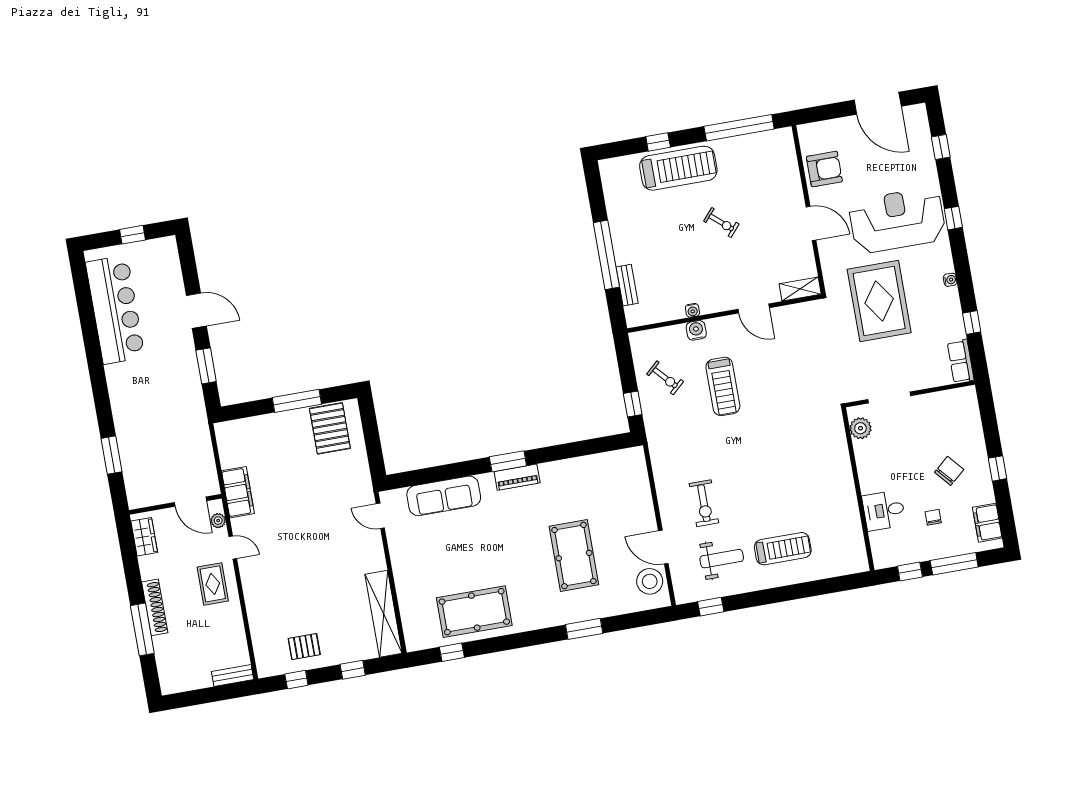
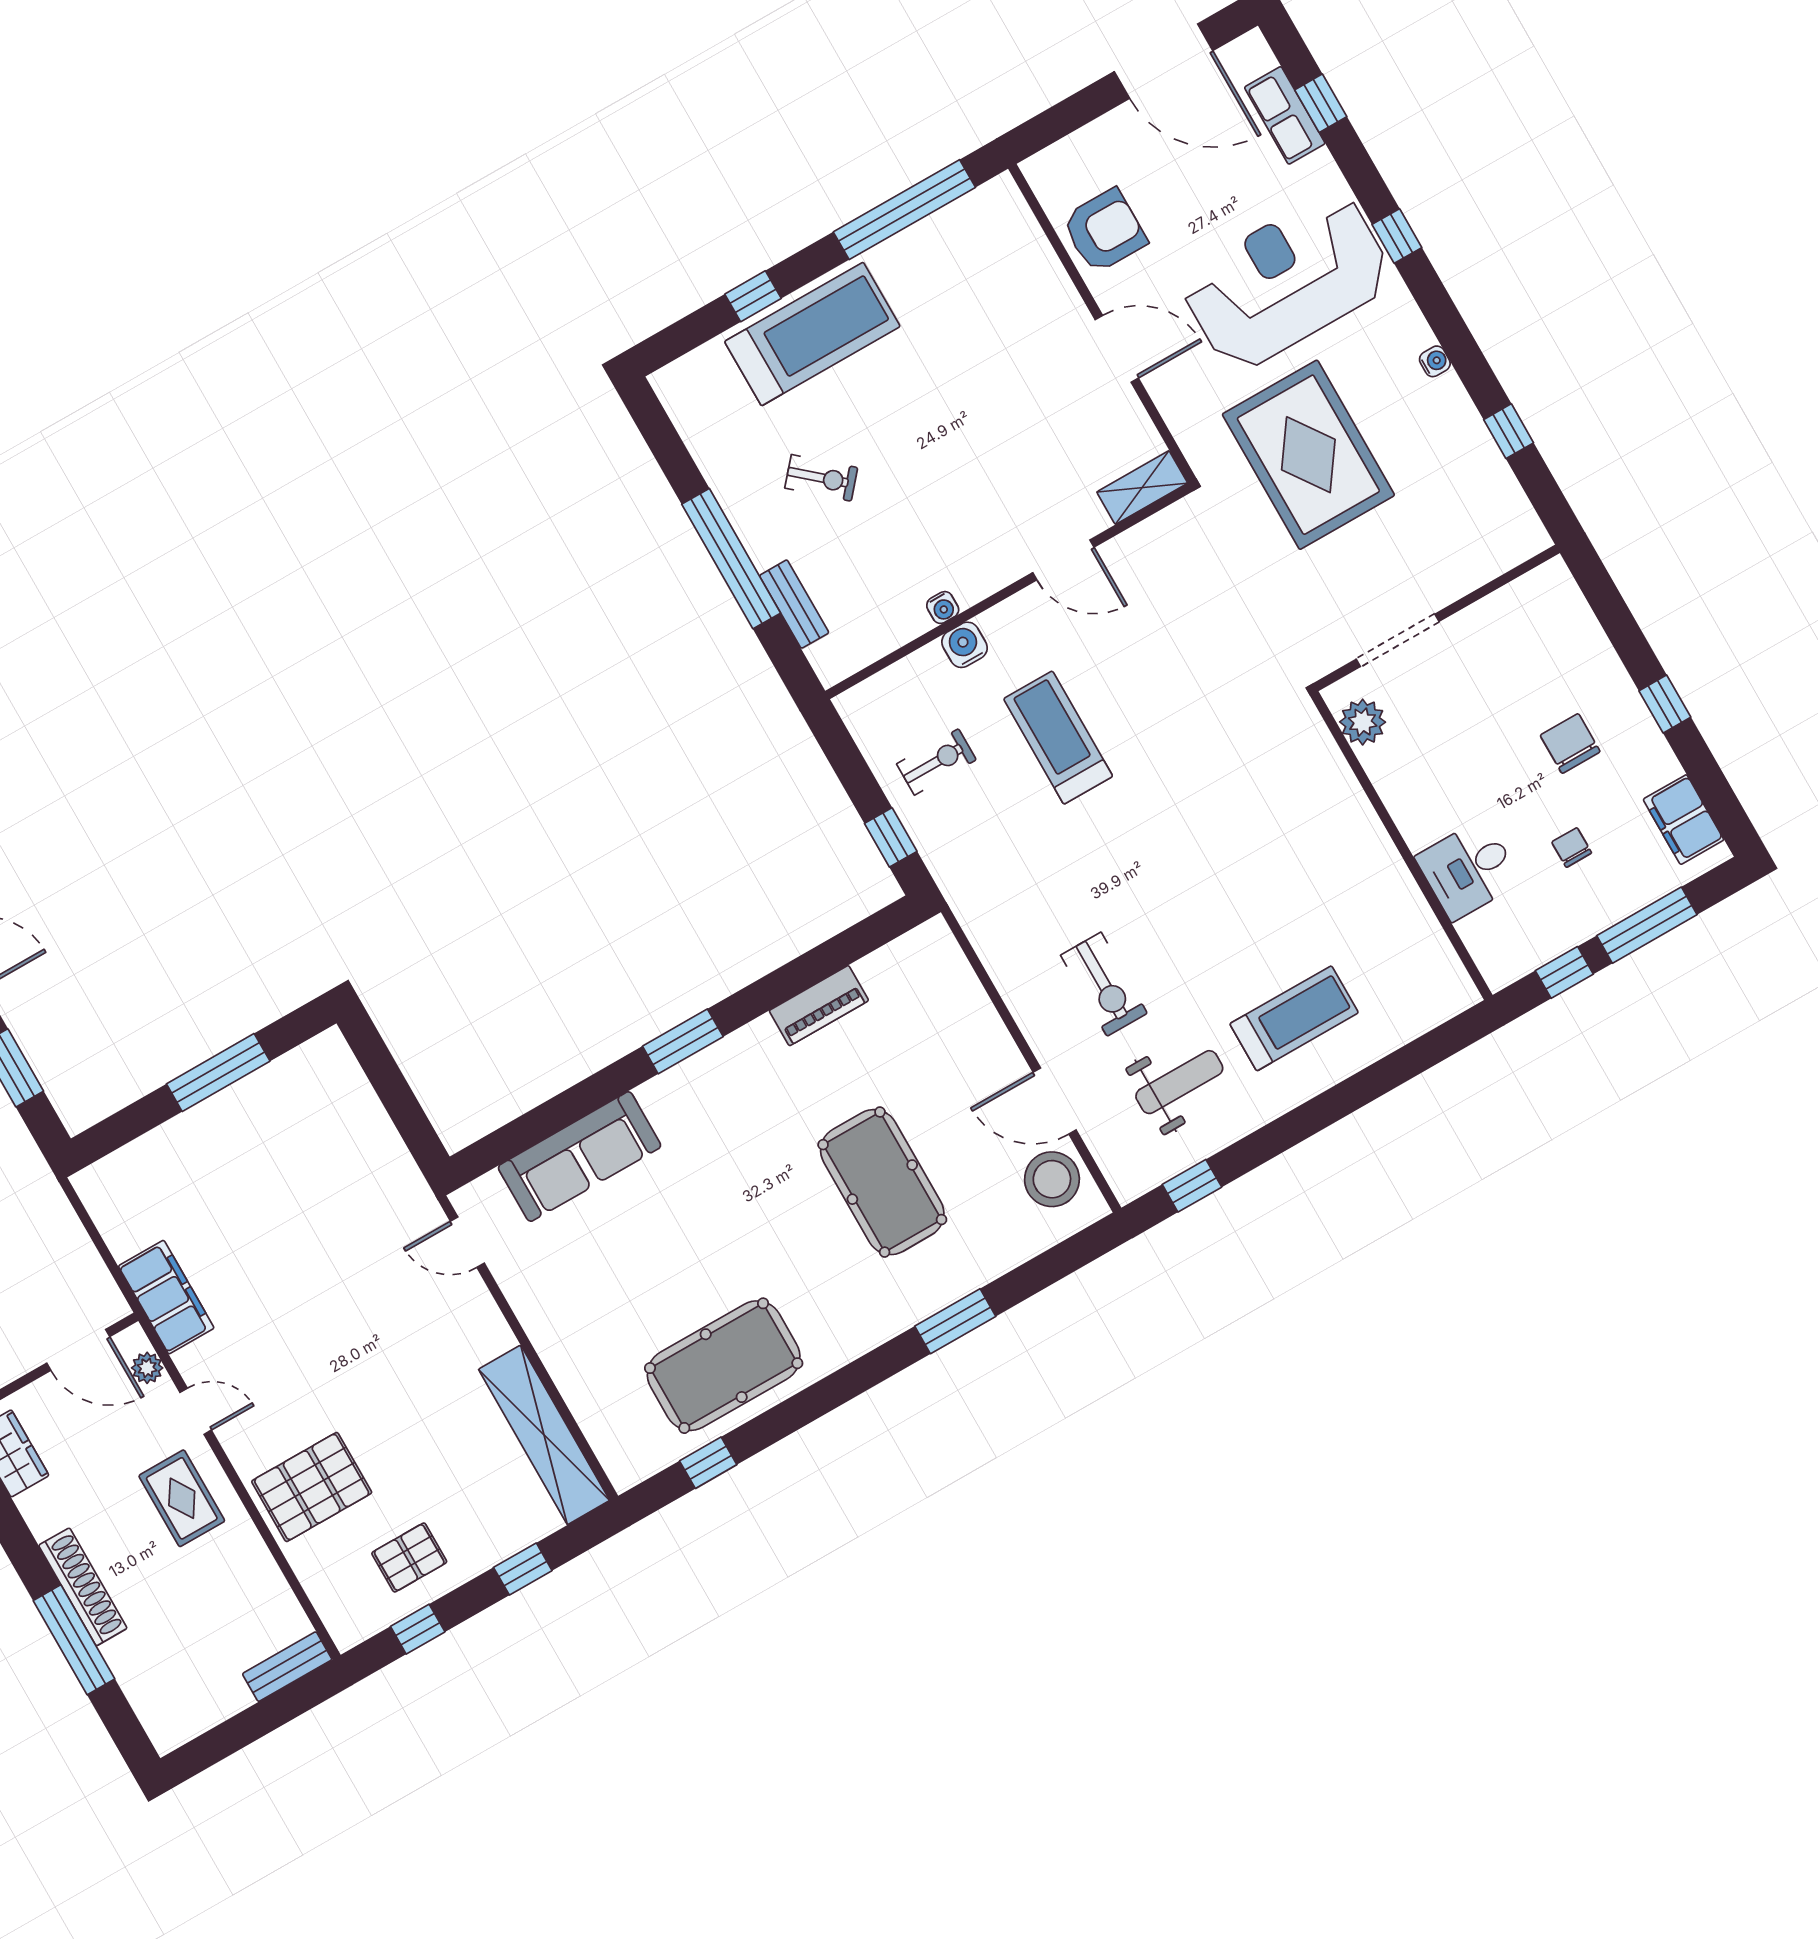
exercise bike: (721, 223) -> (821, 478), moved
row of seats: (961, 361) -> (1285, 115), moved
exercise bike: (665, 378) -> (936, 762), turned -48
treadmill: (723, 386) -> (1058, 738), turned 180
pallet: (330, 428) -> (312, 1487), moved, turned 90
chair: (949, 471) -> (1570, 744), turned -49
piano: (517, 477) -> (819, 1006), moved

